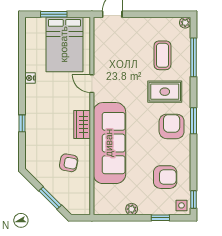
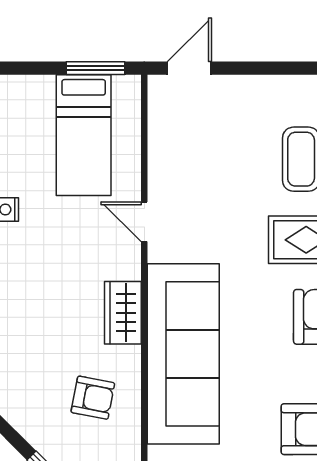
window: (54, 14) -> (95, 68), moved
bed: (64, 44) -> (84, 135), width x0.67

